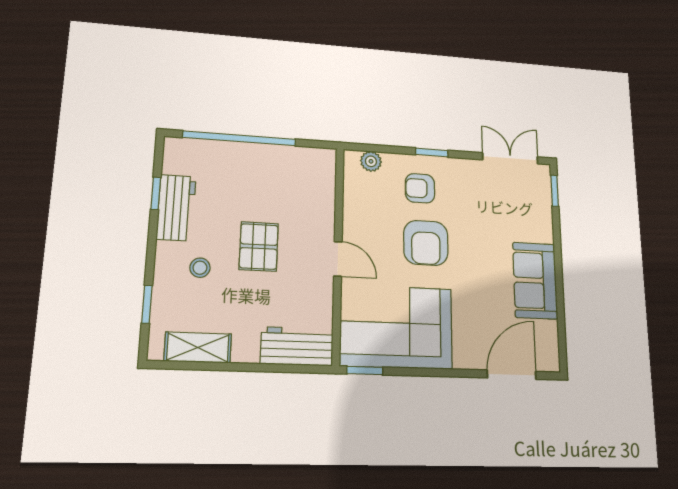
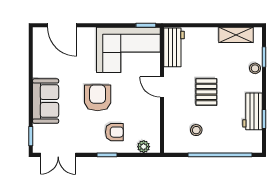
stool: (280, 182) -> (196, 130), added
armchair: (426, 243) -> (98, 98), moved
stool: (200, 268) -> (255, 68), moved
sofa: (535, 280) -> (46, 101), moved
workbench: (297, 346) -> (174, 47), moved, turned -90
door: (512, 375) -> (62, 25), hinge flipped

